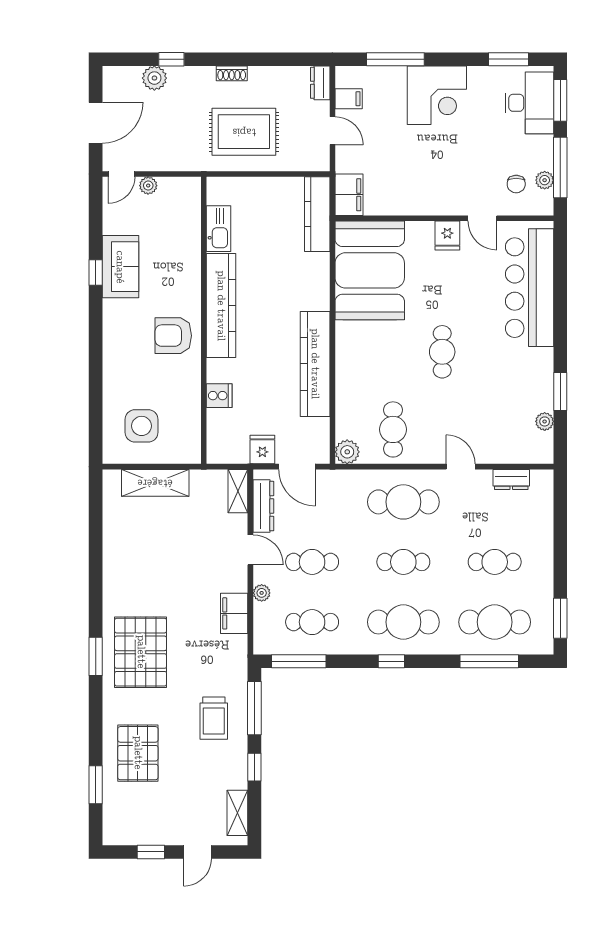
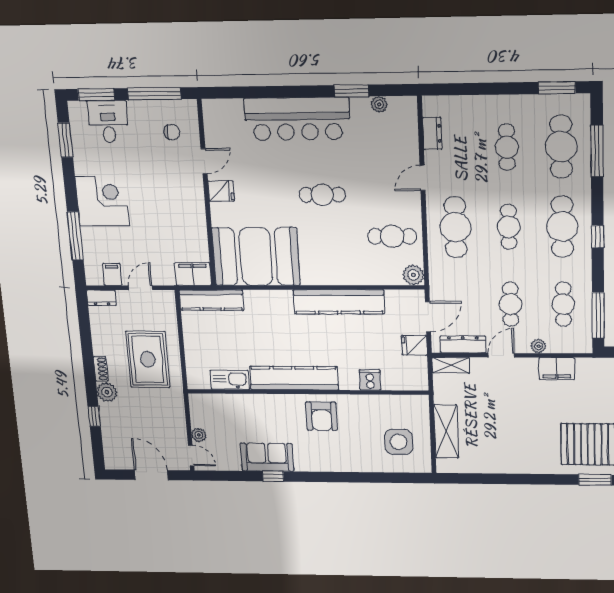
plant: (154, 78) -> (107, 392), moved
desk: (529, 103) -> (108, 122), width x0.73
plant: (545, 180) -> (166, 107), removed
bar counter: (530, 288) -> (297, 119), moved

